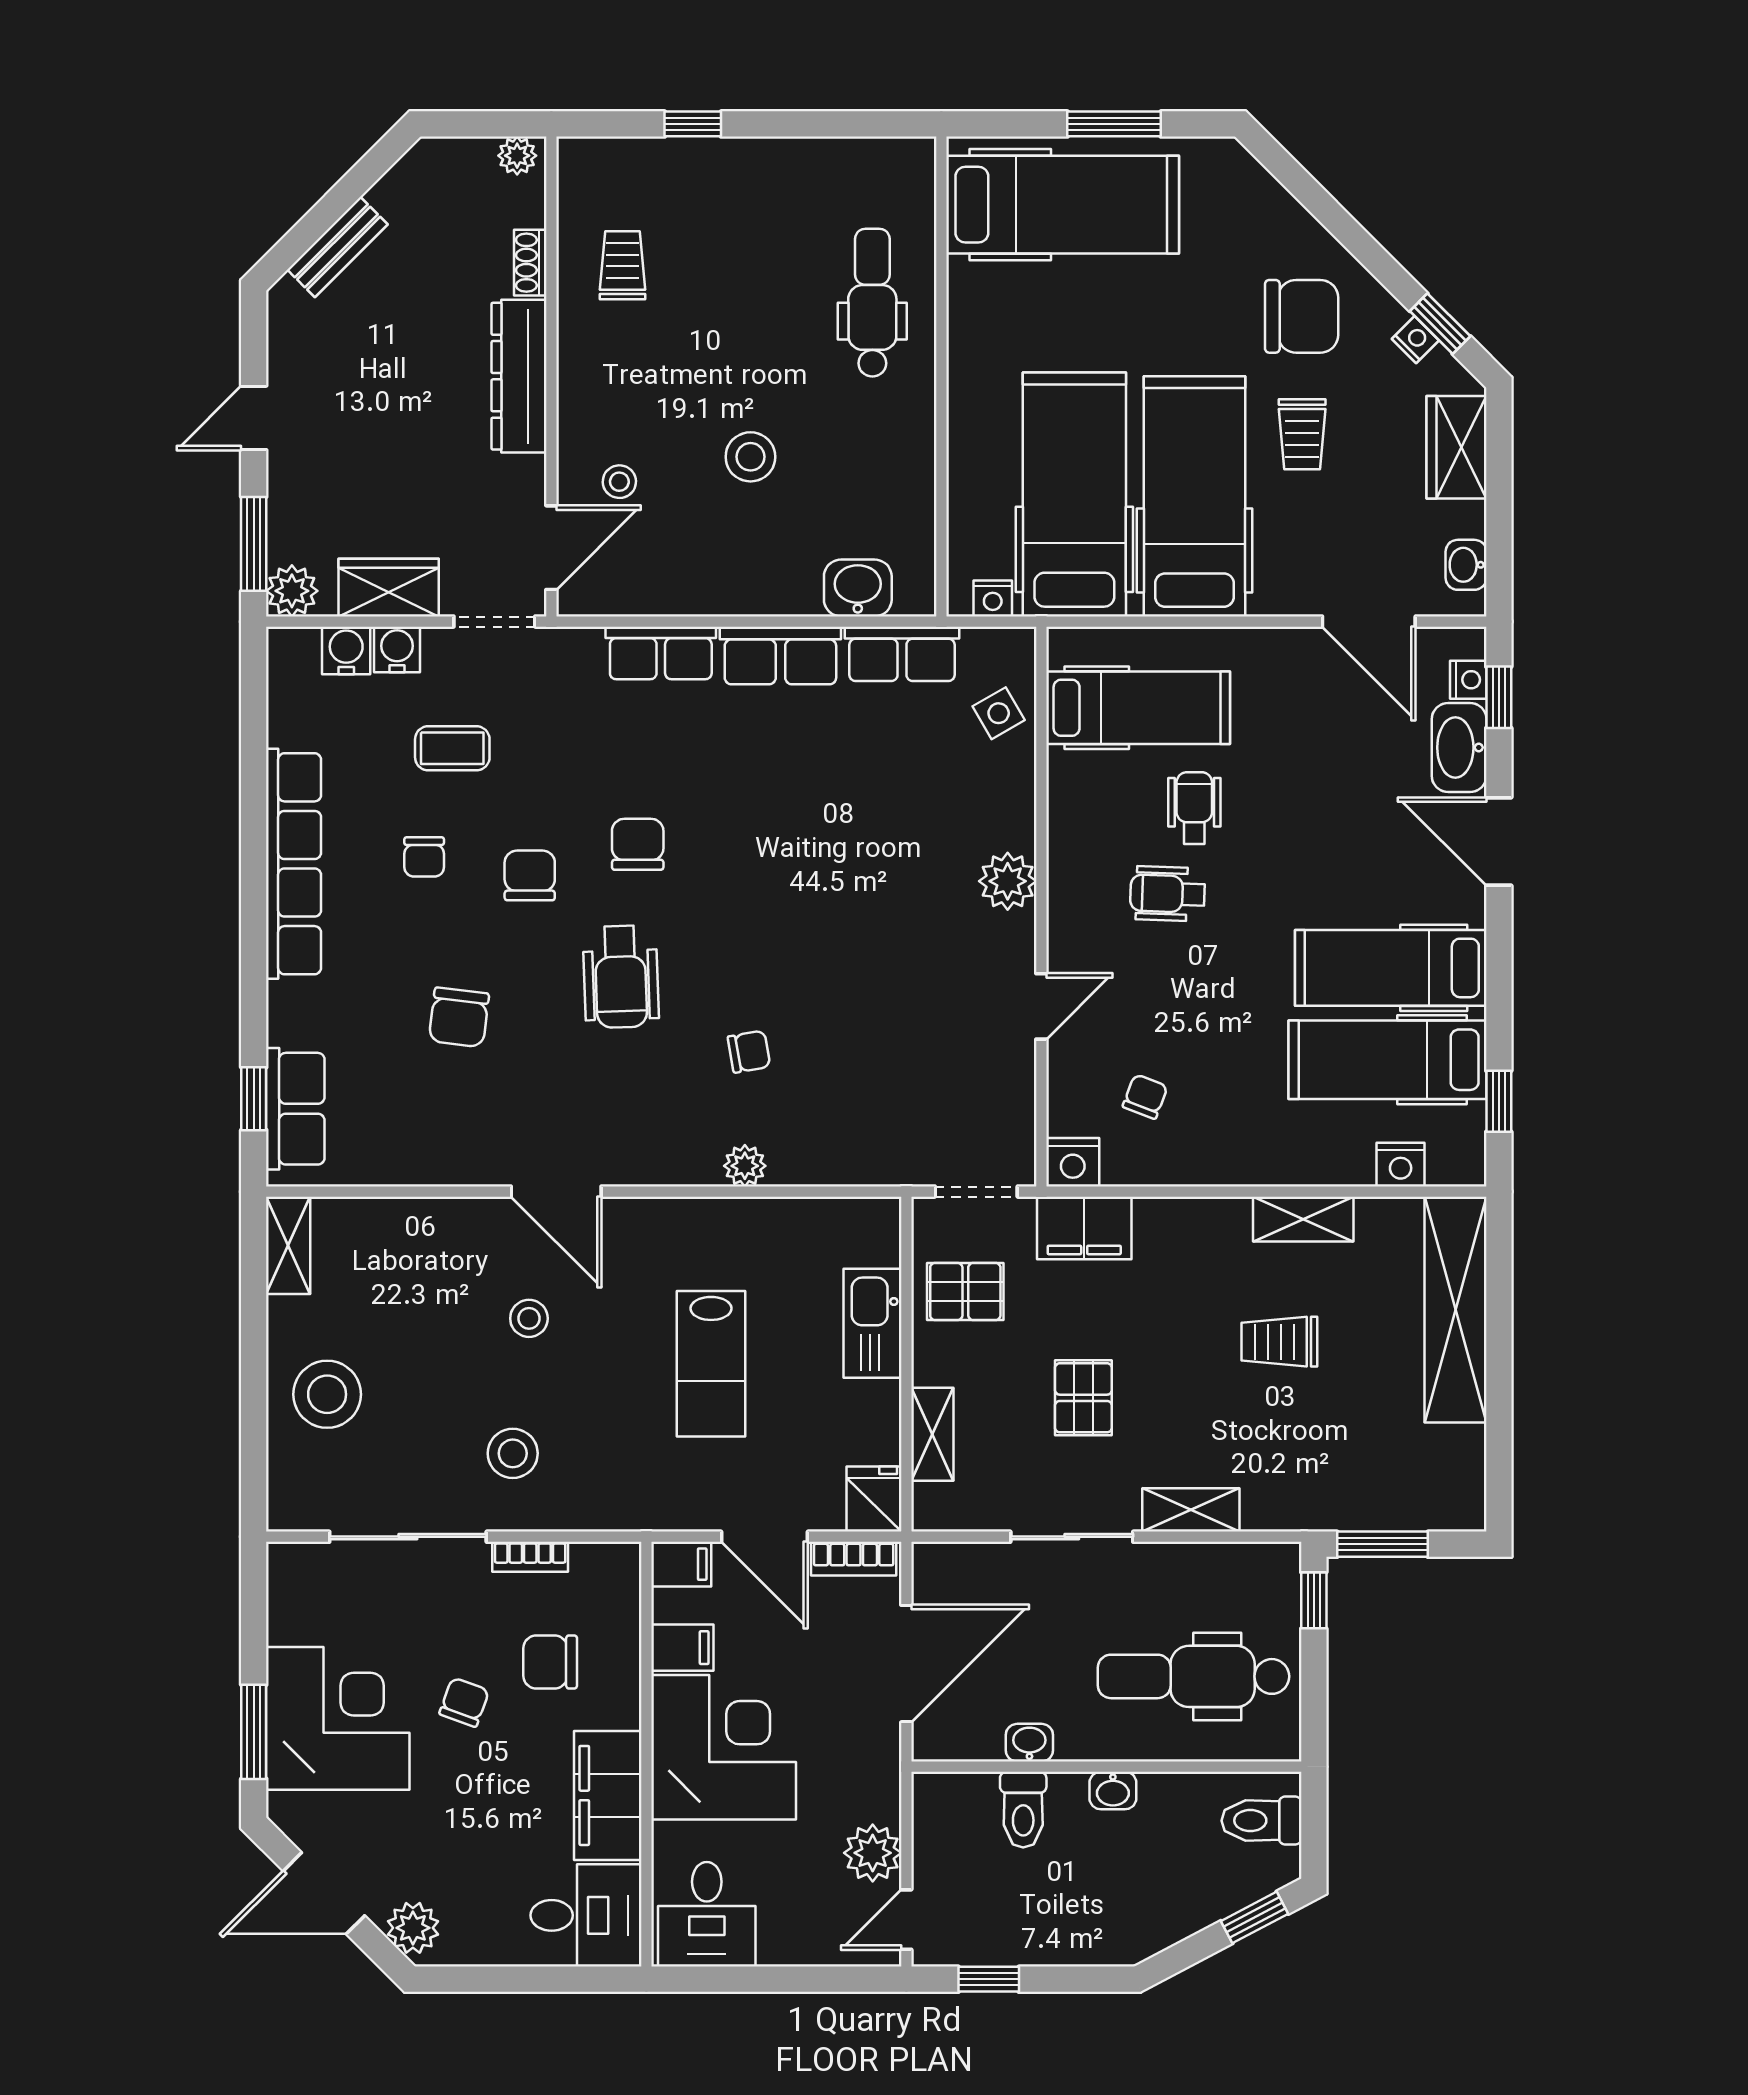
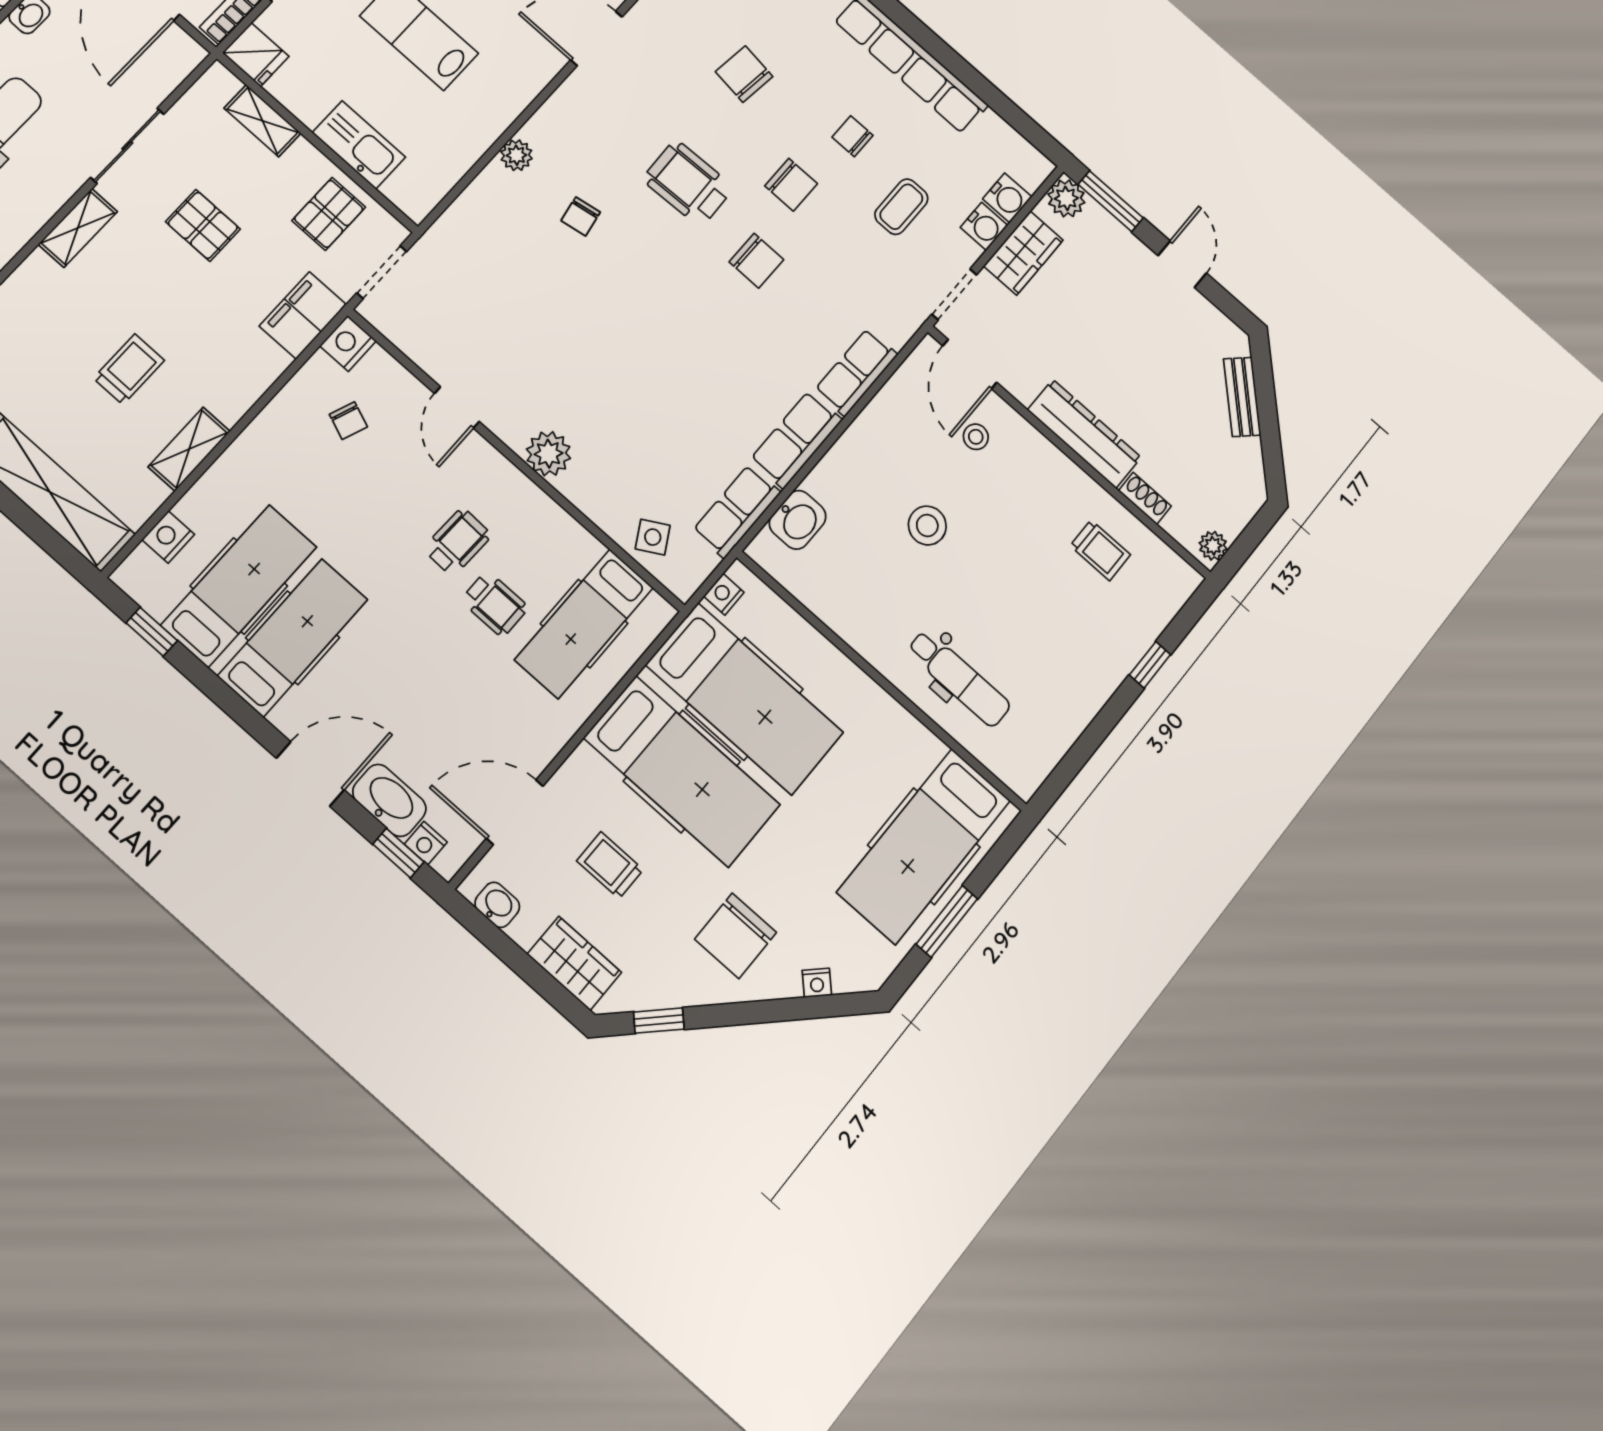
nightstand: (1415, 340) -> (817, 983), moved
trolley: (1302, 434) -> (610, 865), moved

